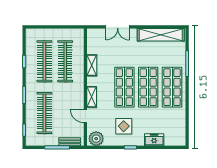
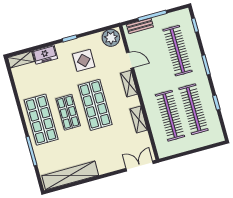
double door: (118, 27) -> (140, 166), moved
shop shelf: (148, 87) -> (68, 112), width x0.70, depth x0.74
shelving: (175, 141) -> (21, 59), added

